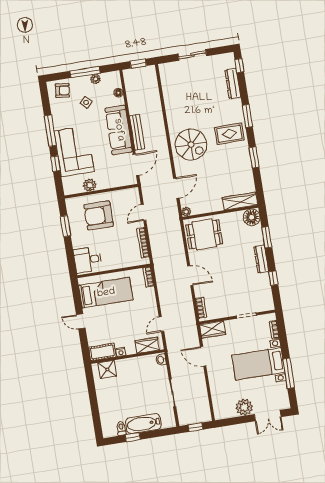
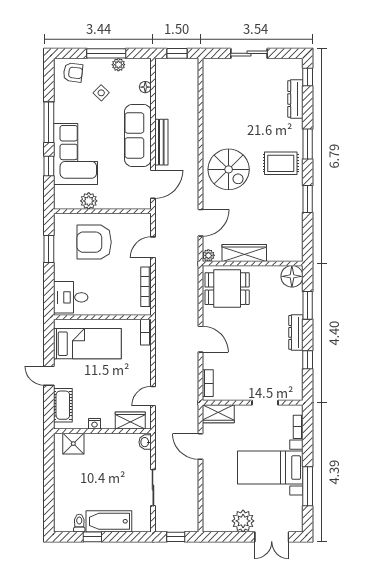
wardrobe: (240, 201) -> (244, 253), moved
cot: (102, 352) -> (63, 405), moved, turned 90

